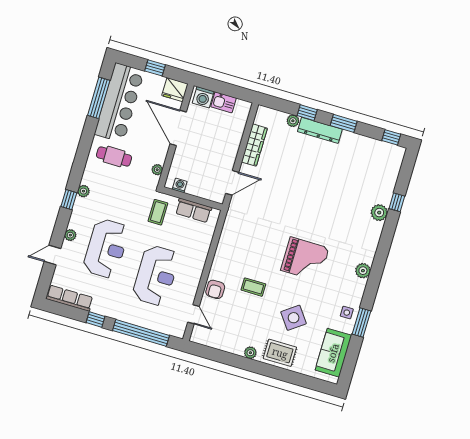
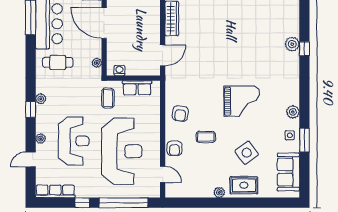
window: (397, 202) -> (304, 49), moved
armchair: (233, 253) -> (180, 114), added
plant: (363, 271) -> (293, 112), moved
reception desk: (156, 276) -> (122, 151), width x1.36, depth x1.30

